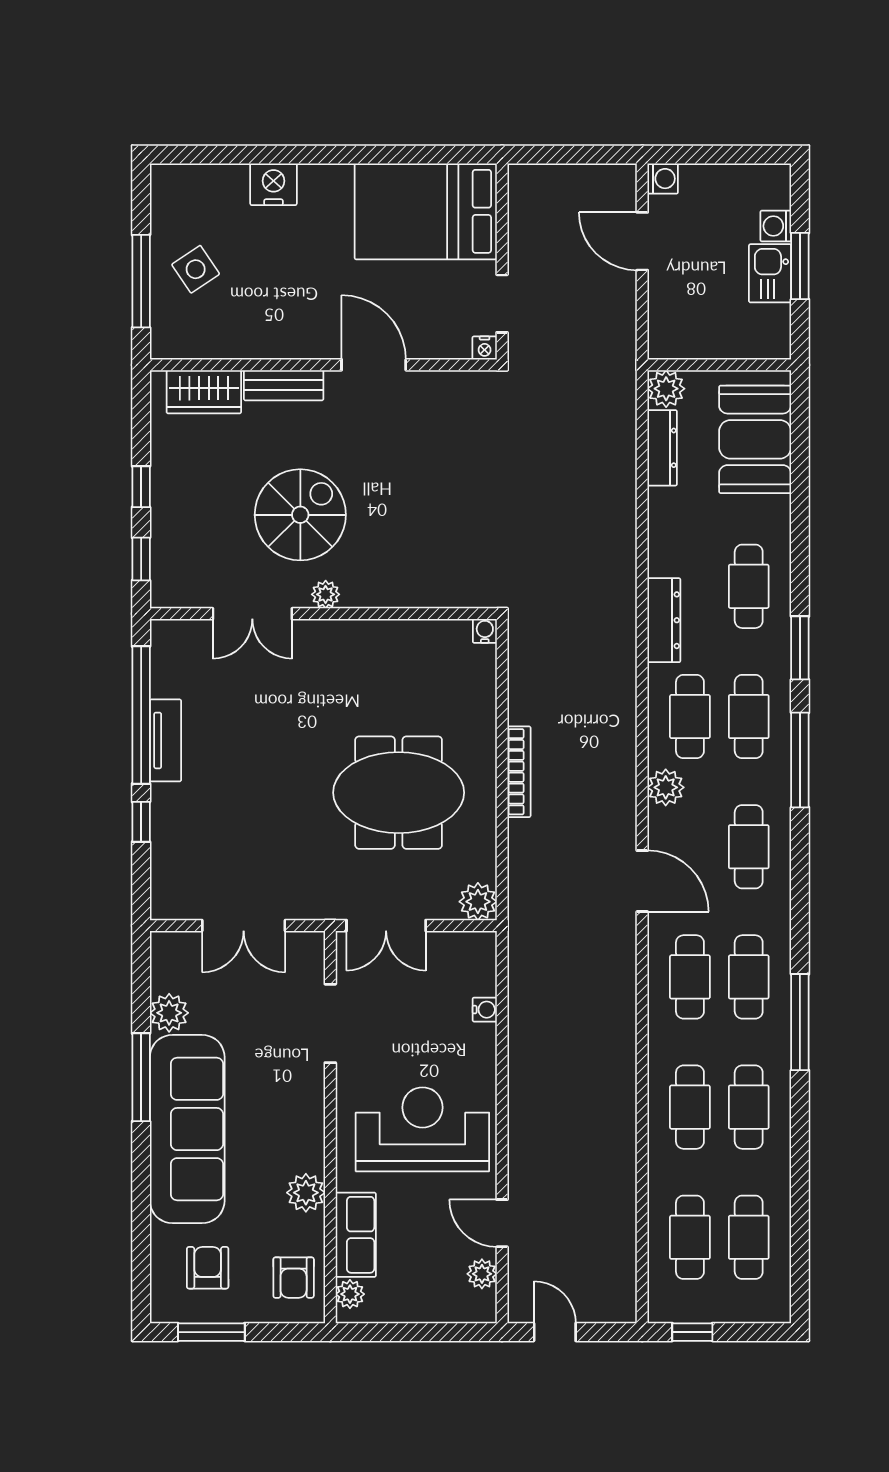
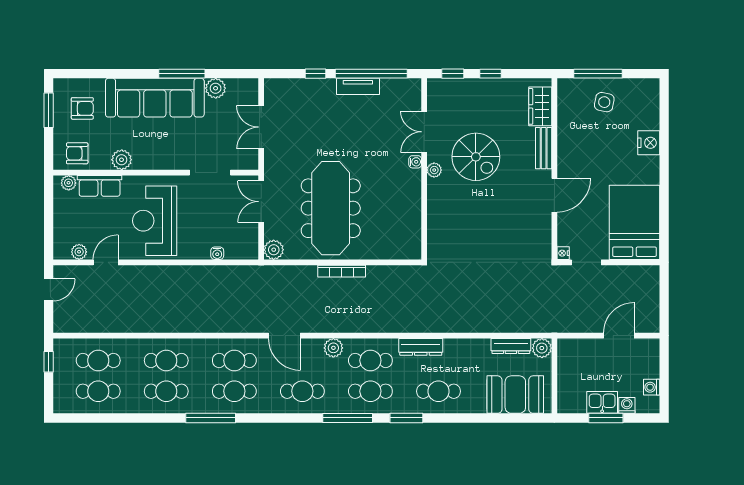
washing machine: (663, 179) -> (652, 387), moved, turned 90
side table: (196, 269) -> (604, 102), turned 45
water cooler: (485, 631) -> (415, 162), moved
meeting table: (399, 793) -> (331, 208), width x1.36
door: (642, 881) -> (284, 336), hinge flipped
reception desk: (422, 1129) -> (155, 221), turned 180

